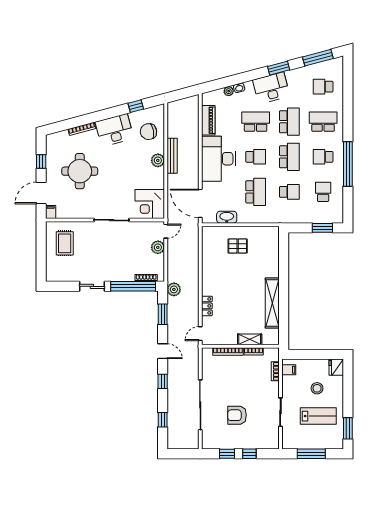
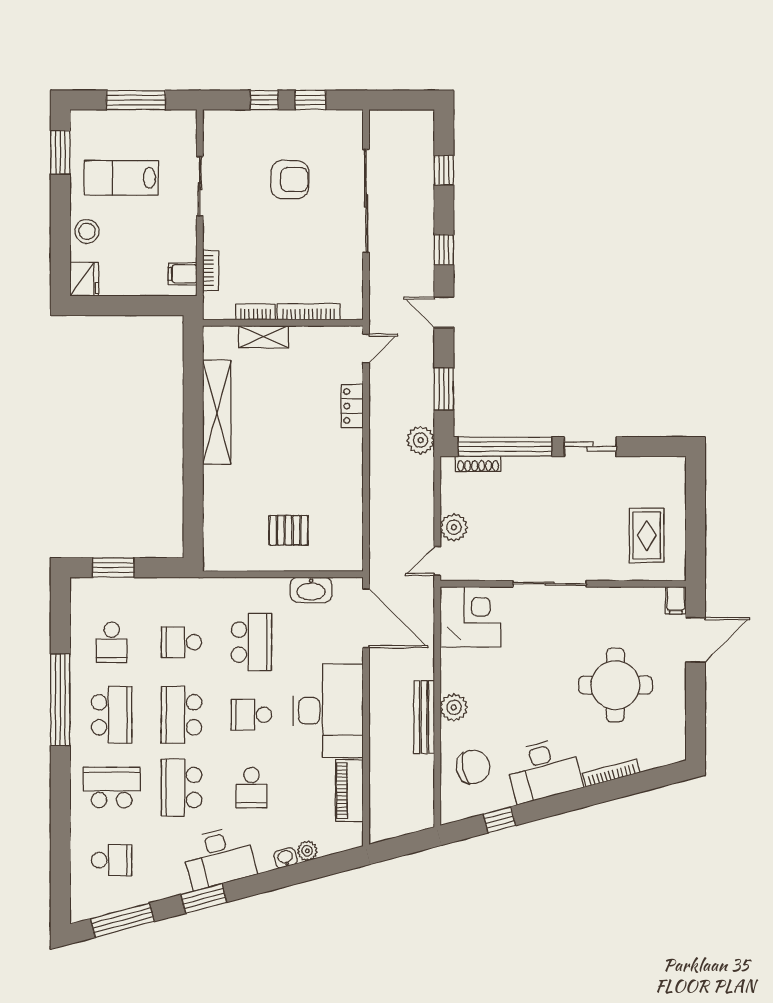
school desk: (256, 122) -> (251, 787), width x0.54
school desk: (323, 122) -> (112, 787), turned 180
school desk: (323, 157) -> (112, 715), width x1.85
window: (41, 162) -> (695, 705), removed
school desk: (256, 192) -> (251, 642), turned 180
stool: (317, 388) -> (87, 231), moved

